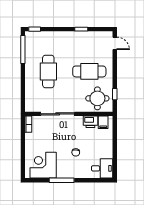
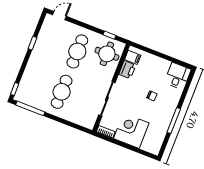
cafe table: (48, 71) -> (62, 92), turned 90
corner desk: (43, 165) -> (131, 131), moved, turned 90

